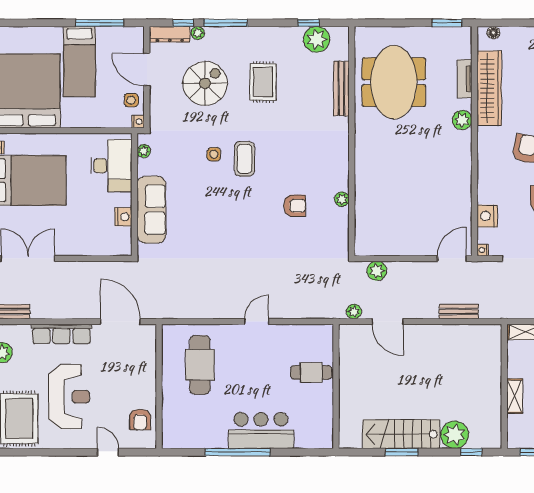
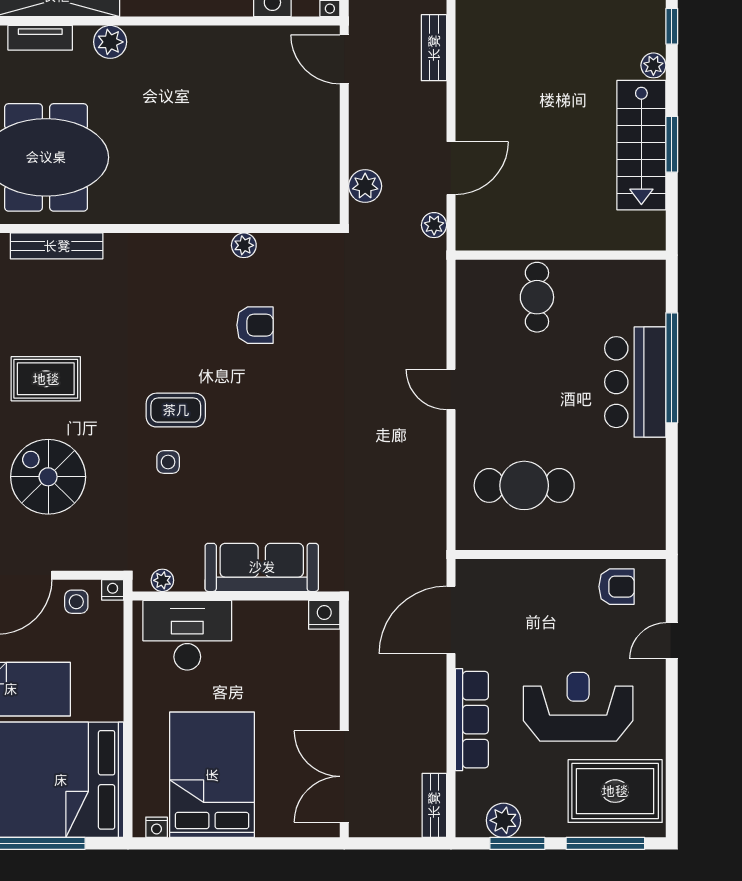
armchair: (295, 206) -> (255, 325), turned 90
nightstand: (123, 217) -> (324, 615), moved
plant: (455, 435) -> (653, 65), width x0.53, depth x0.53
window: (238, 452) -> (672, 368), moved

